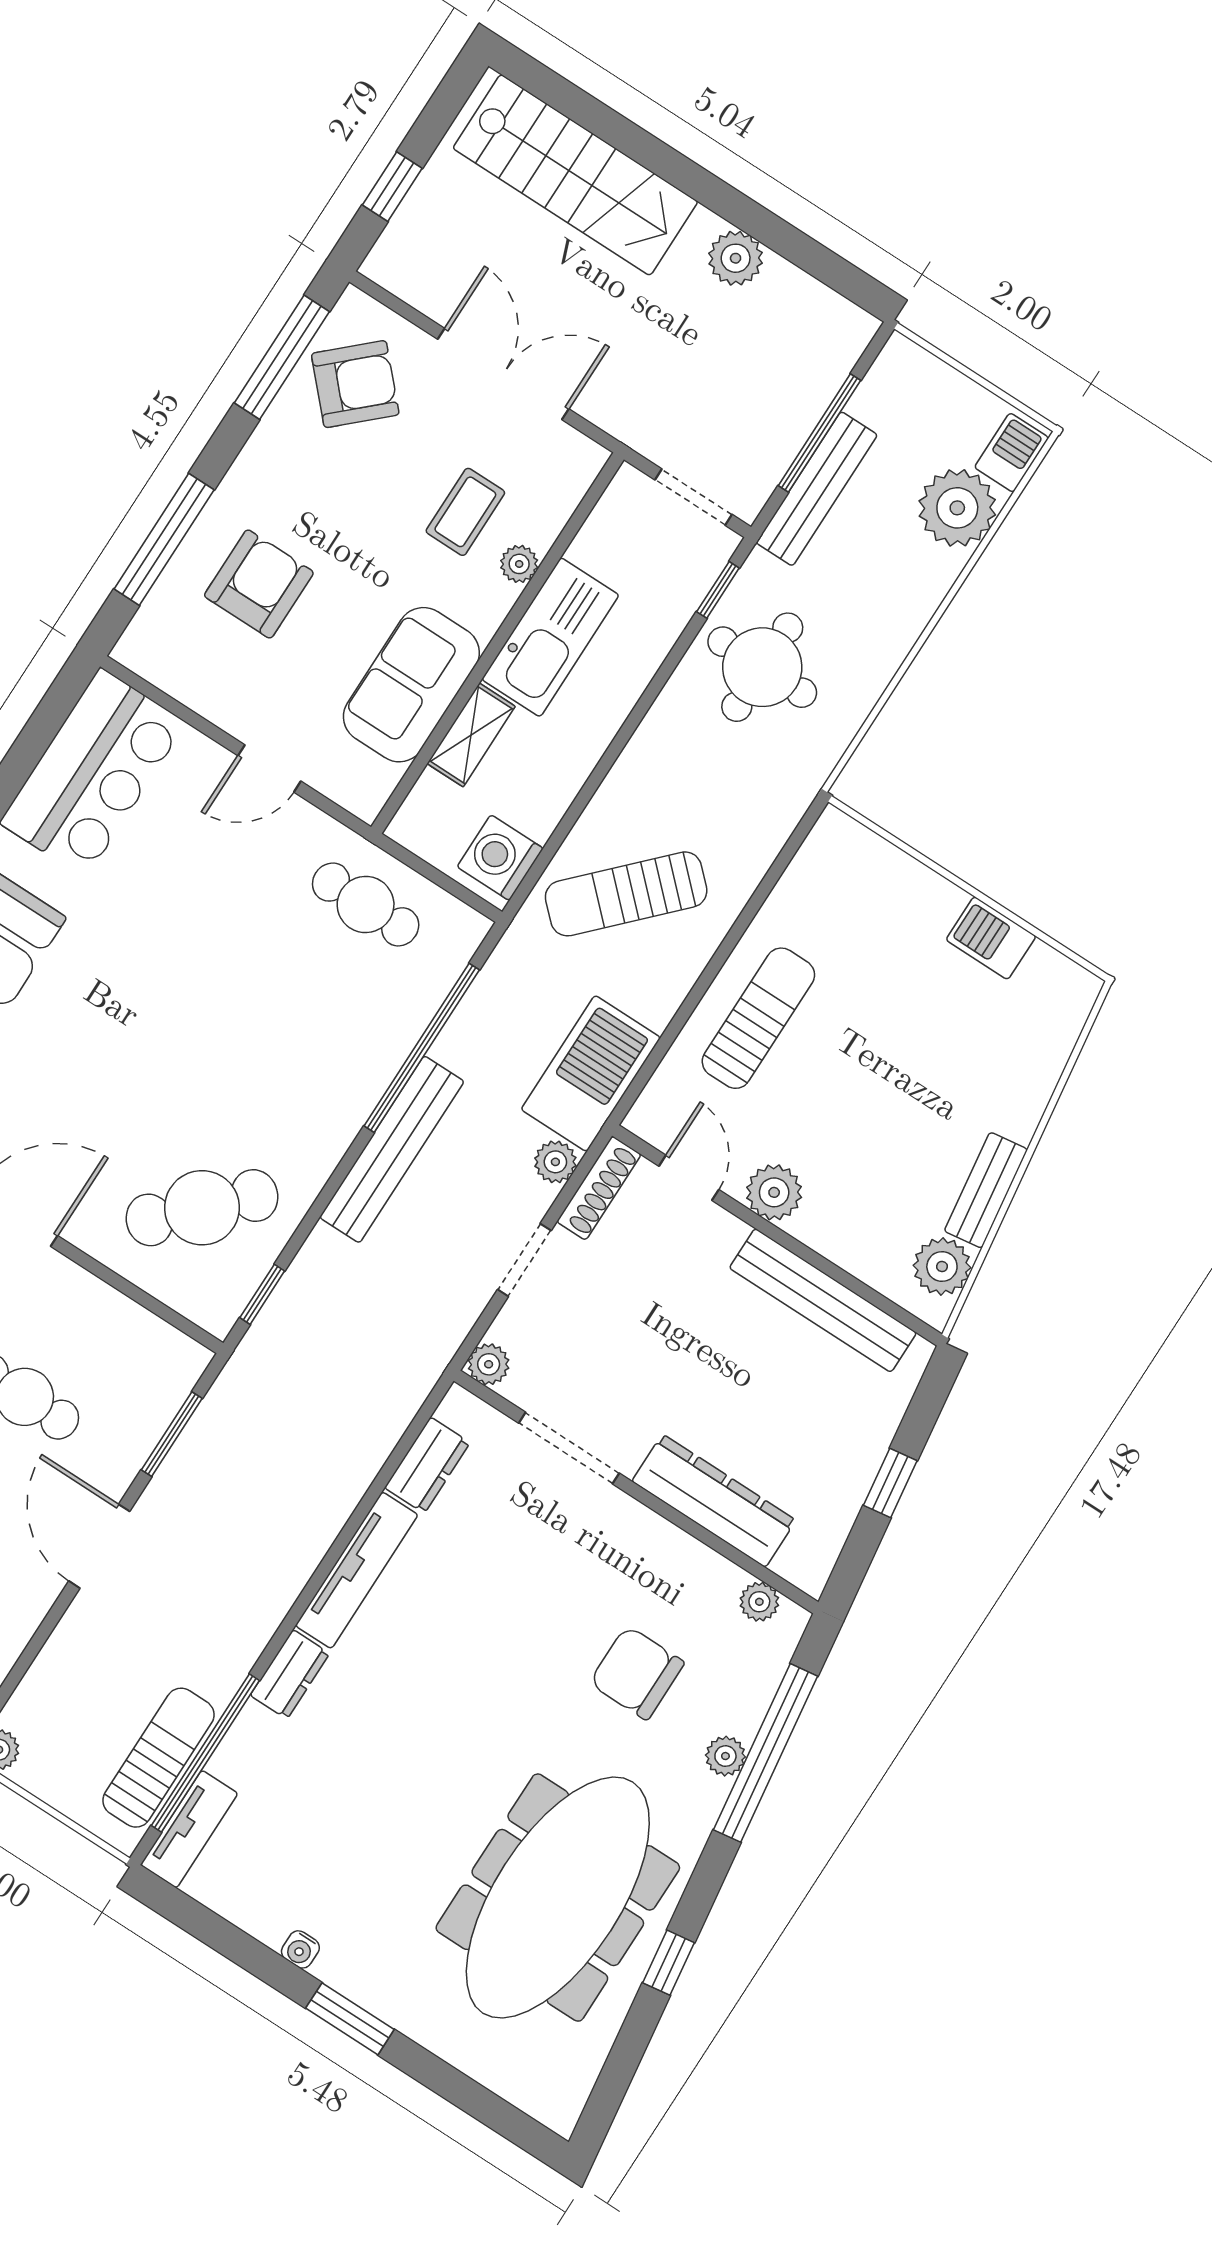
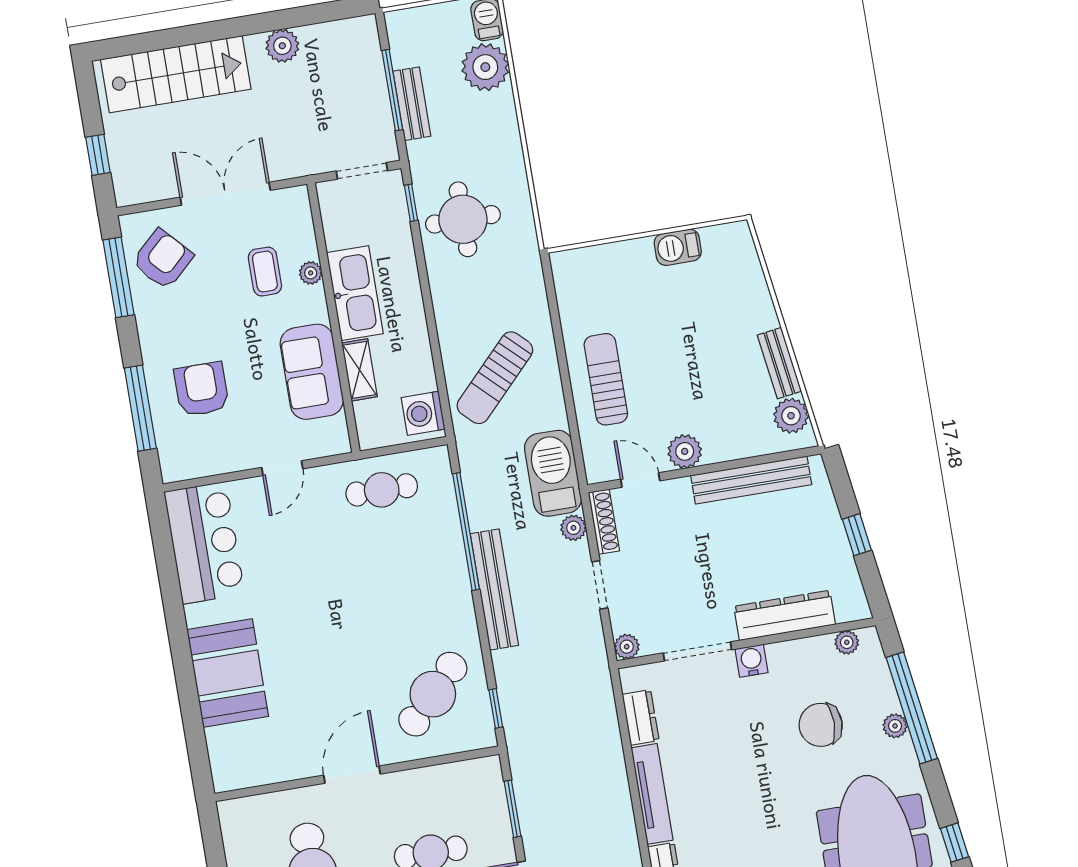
bench: (817, 489) -> (412, 104), width x0.73
water cooler: (624, 1519) -> (751, 661), added

